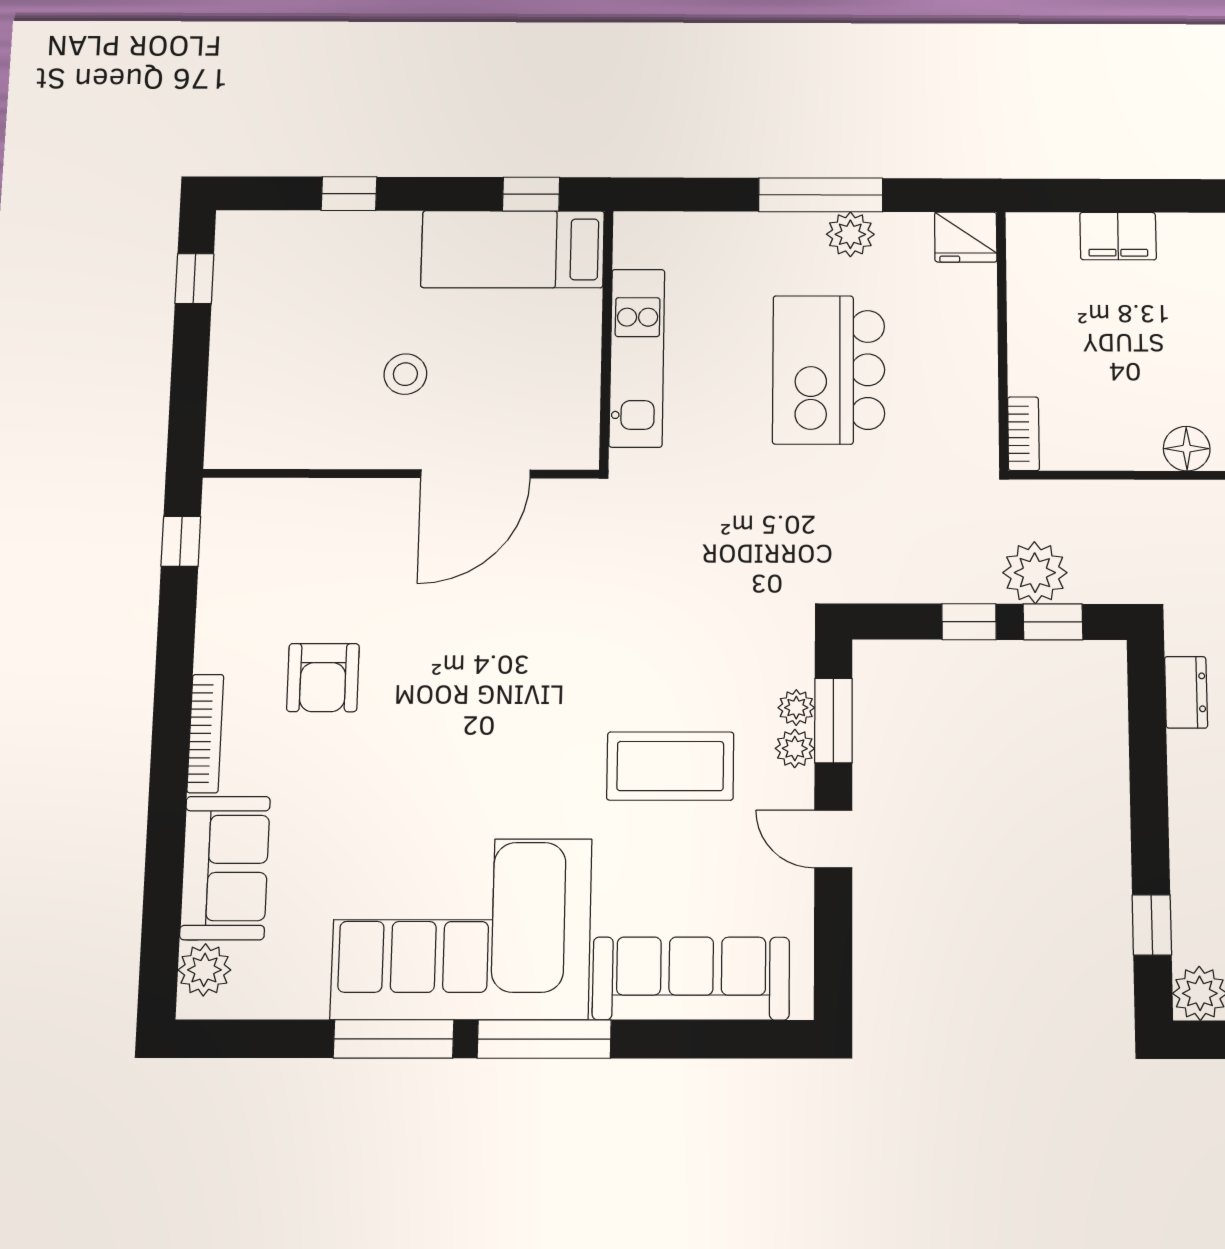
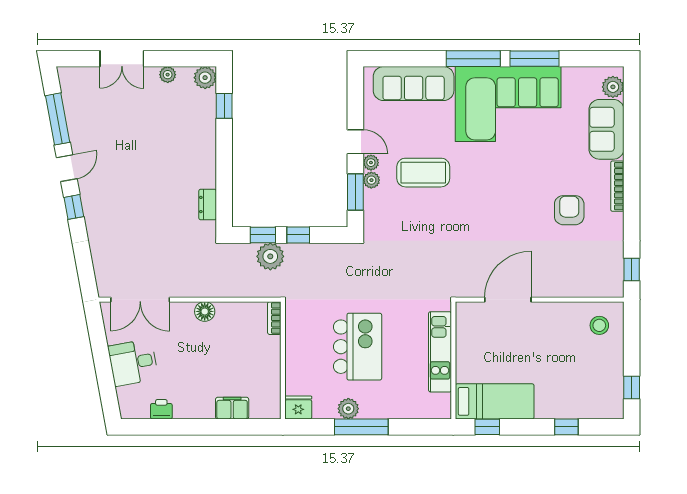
stool: (405, 374) -> (599, 325), moved
plant: (796, 708) -> (371, 163), moved

